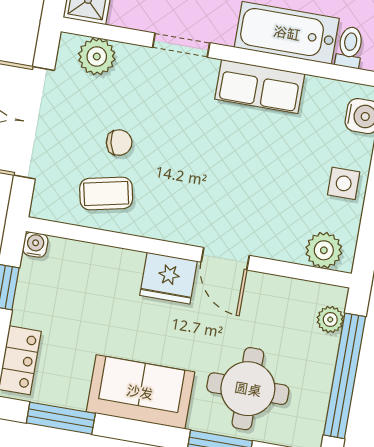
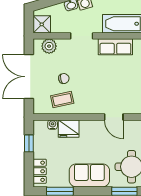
water cooler: (35, 245) -> (53, 125), moved
fridge: (169, 278) -> (69, 129), moved

